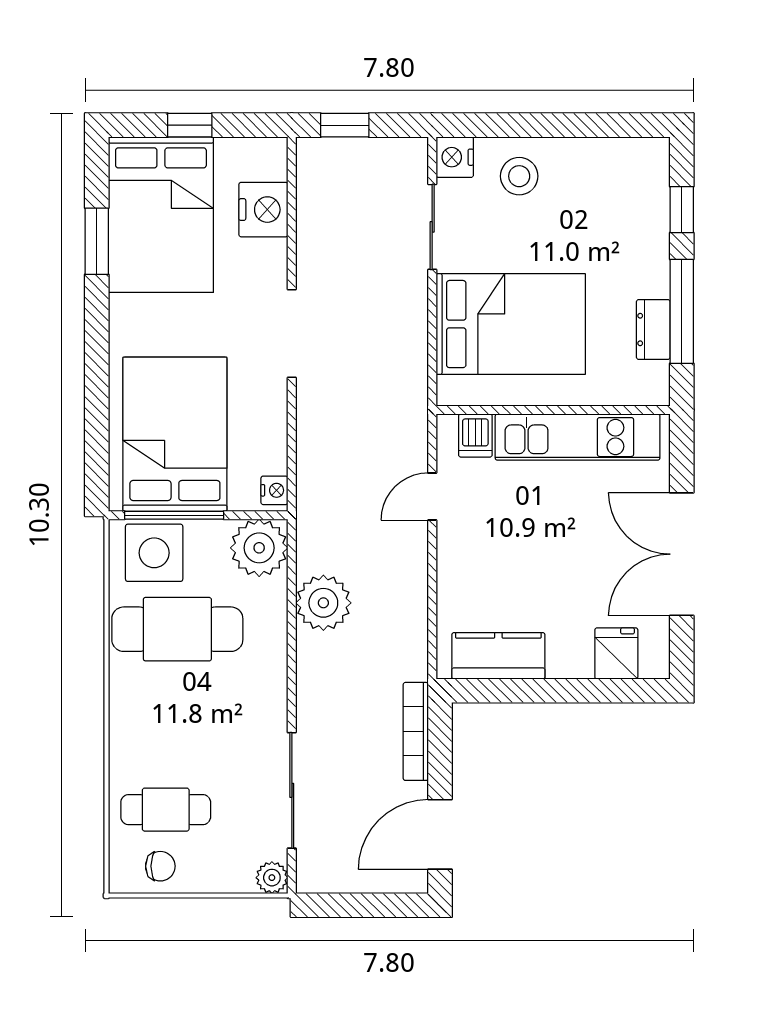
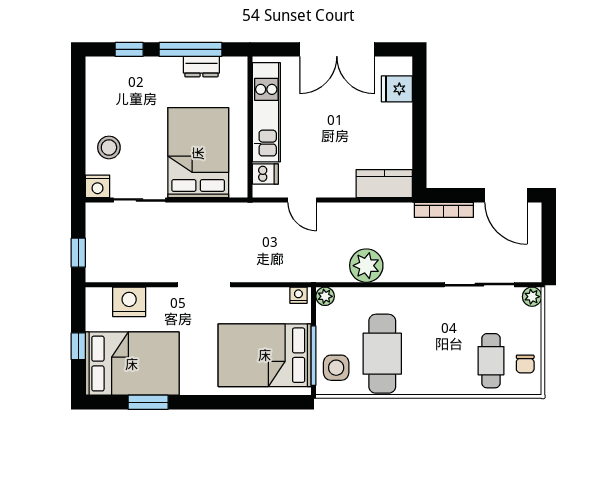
plant: (259, 548) -> (325, 296), width x0.53, depth x0.53
side table: (154, 553) -> (336, 368), width x0.73, depth x0.73
kitchen counter: (498, 656) -> (384, 184), moved, turned 90
chair: (160, 866) -> (525, 364), turned 180

